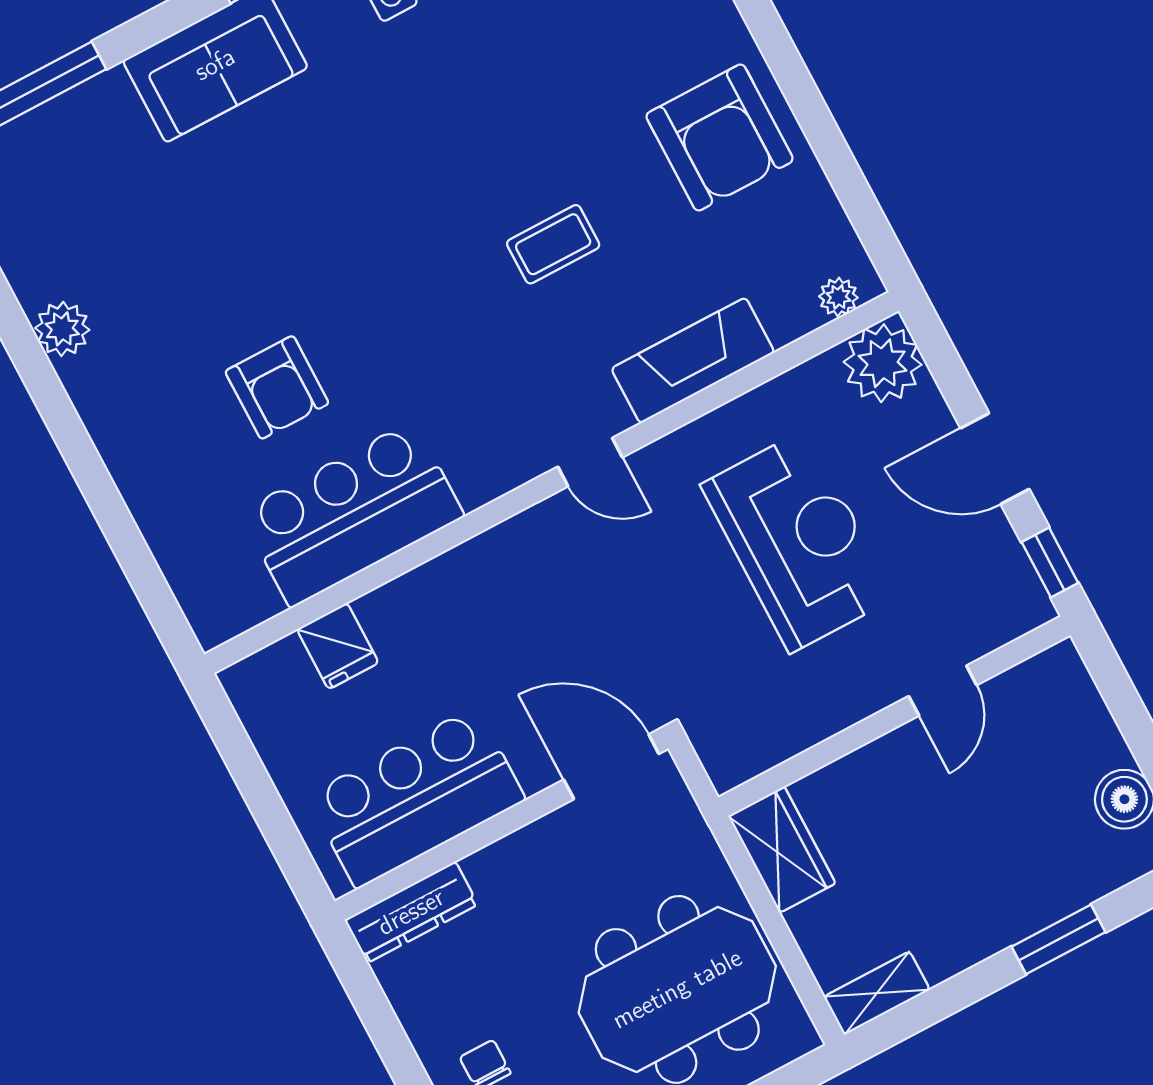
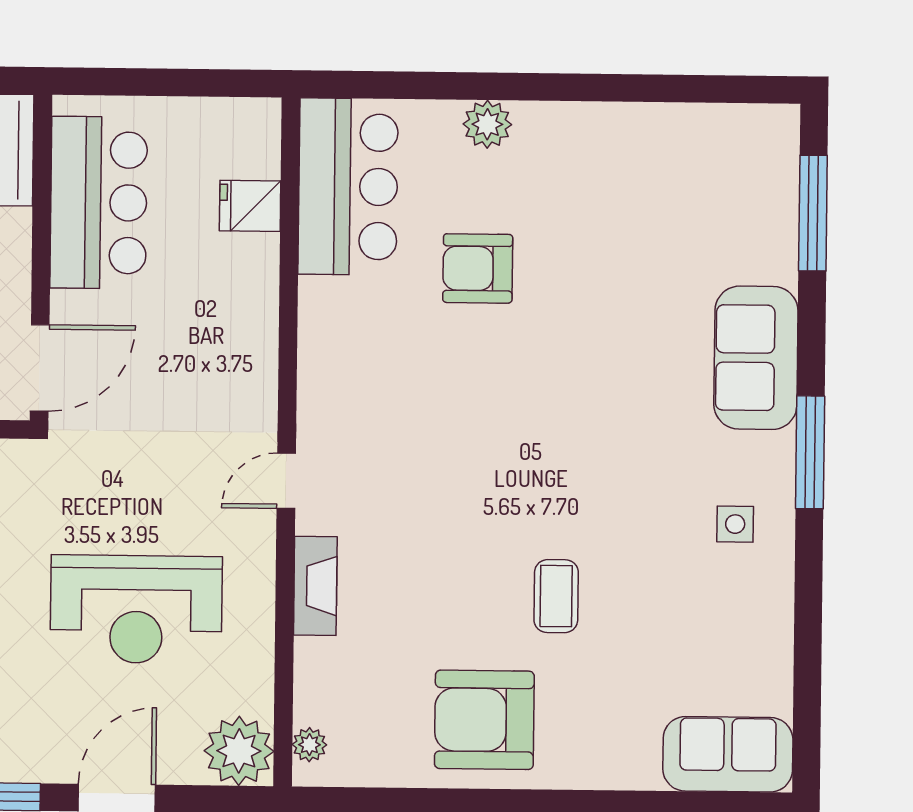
coffee table: (553, 244) -> (556, 596), moved
plant: (62, 329) -> (487, 124), moved
fireplace: (693, 360) -> (315, 586), width x0.73, depth x0.76
bar counter: (352, 514) -> (348, 187), moved

